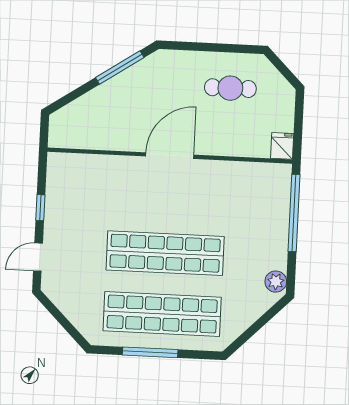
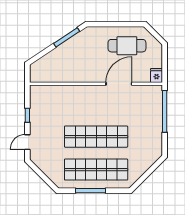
cafe table: (230, 88) -> (127, 46), width x1.37, depth x1.35
door: (170, 156) -> (119, 84), moved
plant: (276, 282) -> (157, 149), removed

